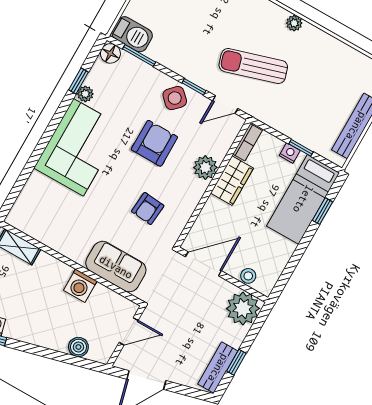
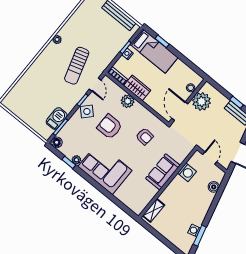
barbecue: (132, 34) -> (57, 119), moved
sofa: (116, 267) -> (163, 172), moved
washing machine: (80, 286) -> (187, 172), moved
plant: (243, 308) -> (201, 102), moved

